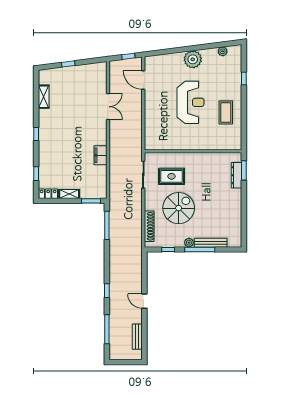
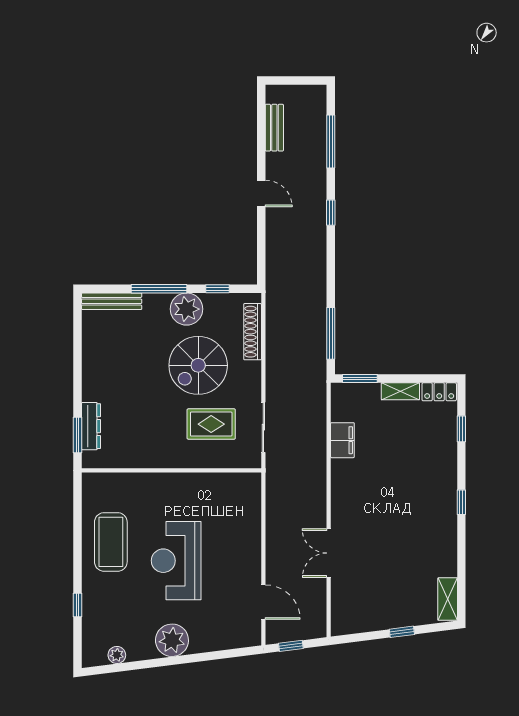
shelving: (44, 97) -> (448, 599), moved
coffee table: (226, 113) -> (111, 542), width x1.36, depth x1.32
filing cabinet: (100, 155) -> (342, 440), moved
plant: (189, 243) -> (187, 309), width x1.88, depth x1.88
bench: (211, 243) -> (112, 301), moved

